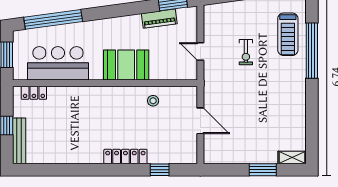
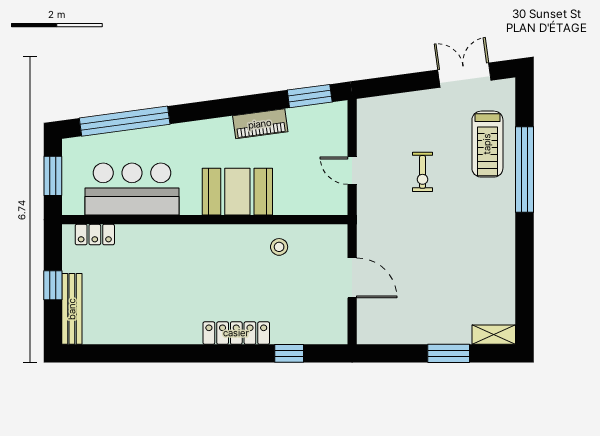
piano: (159, 19) -> (260, 124), moved

